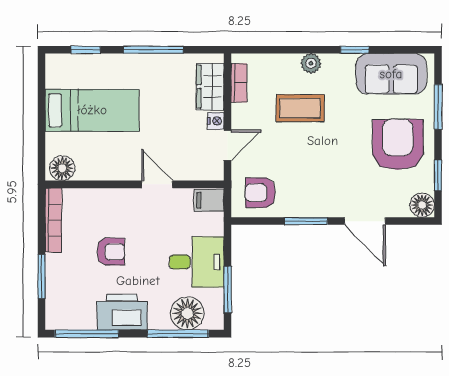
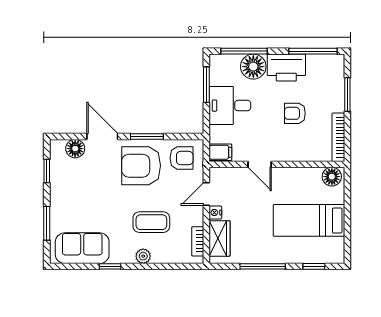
armchair: (398, 144) -> (141, 166), moved, turned 90
floor lamp: (422, 205) -> (75, 149), moved
floor lamp: (187, 313) -> (253, 67), moved

